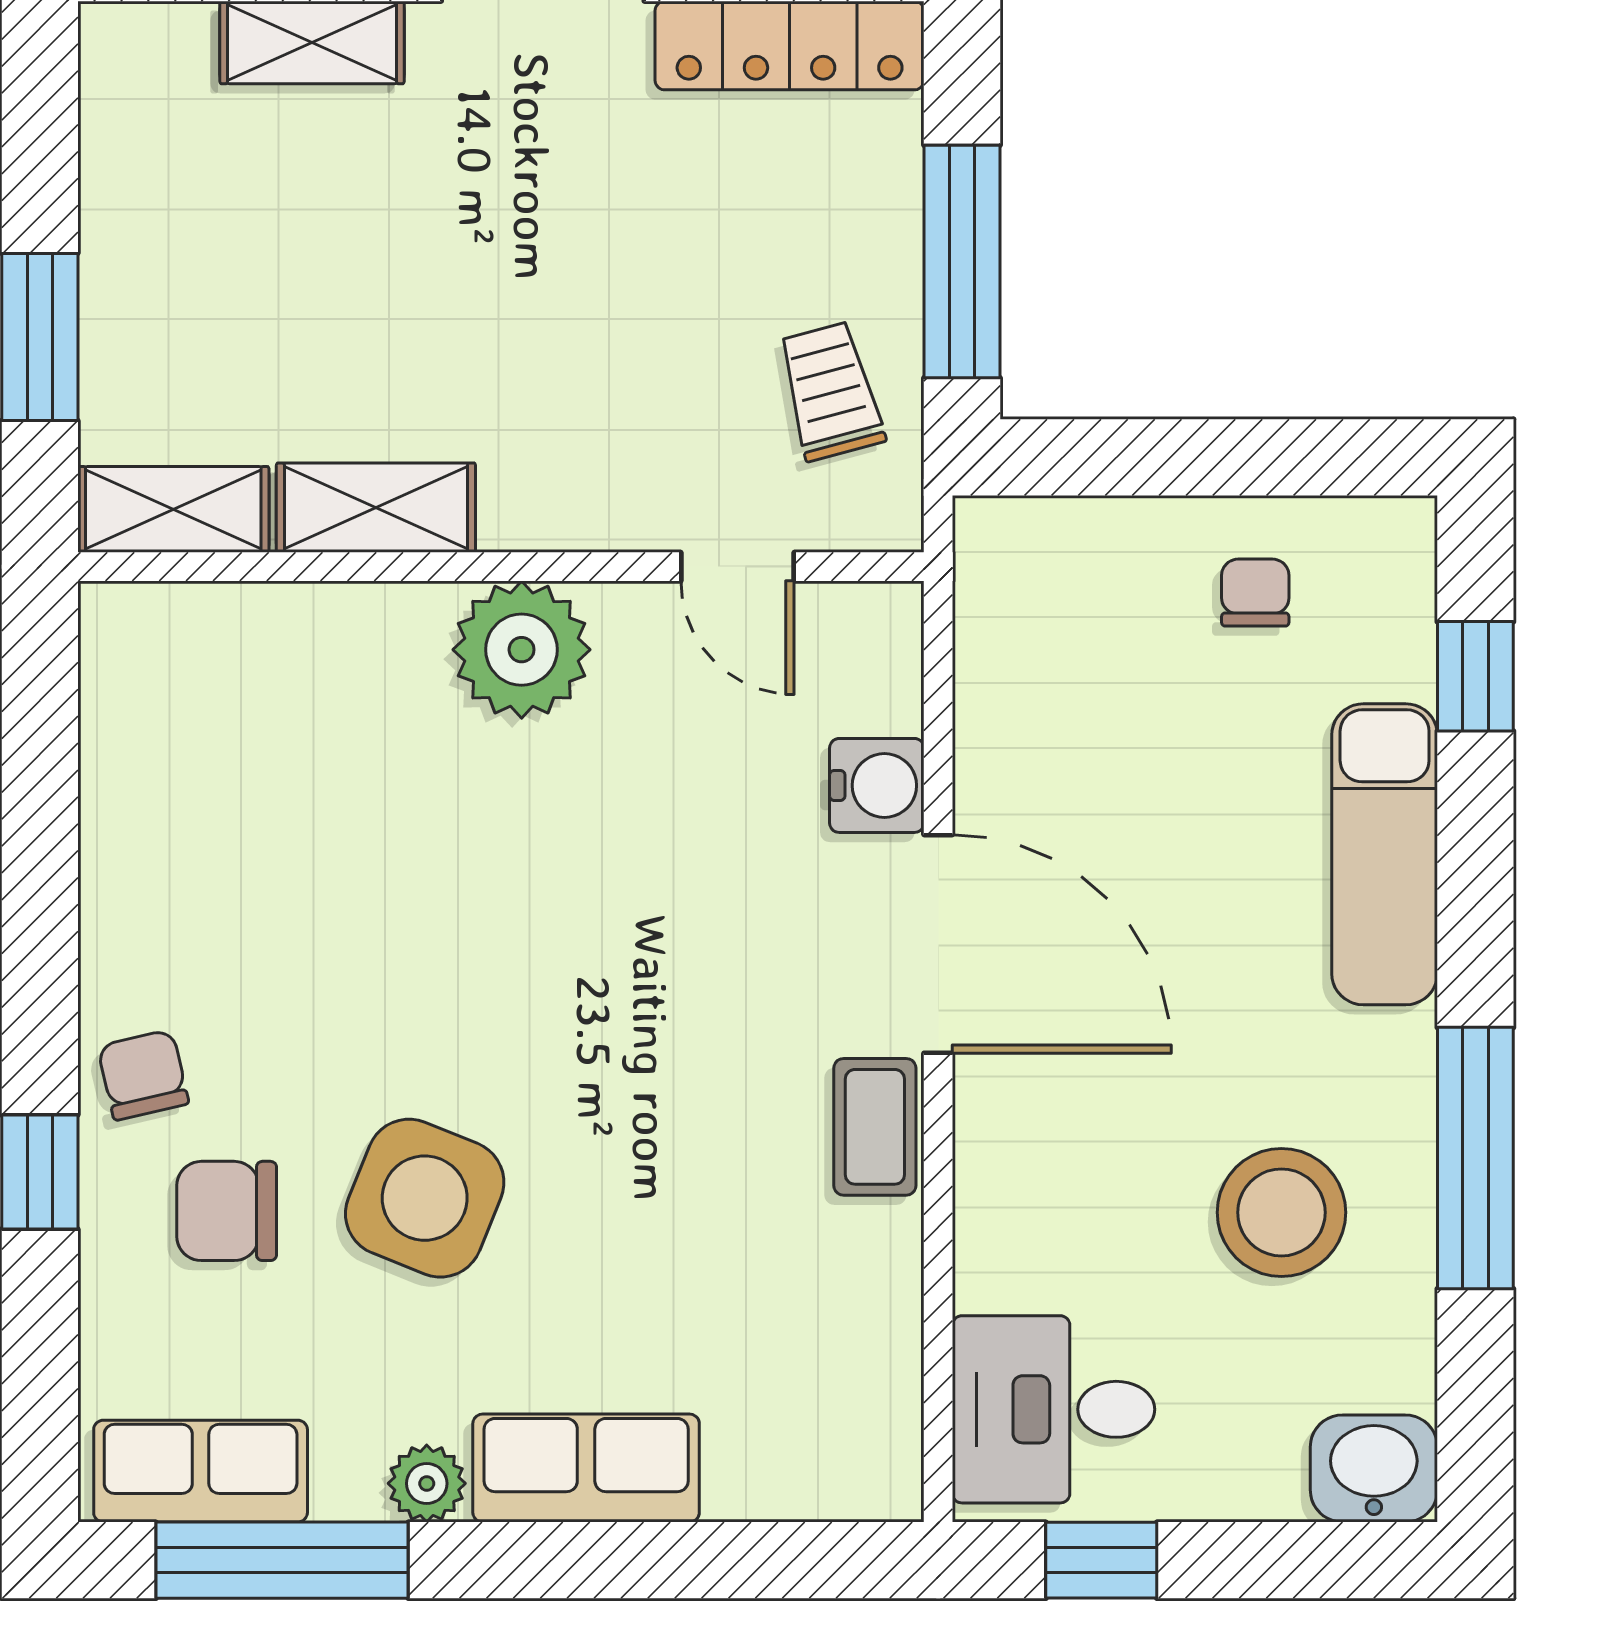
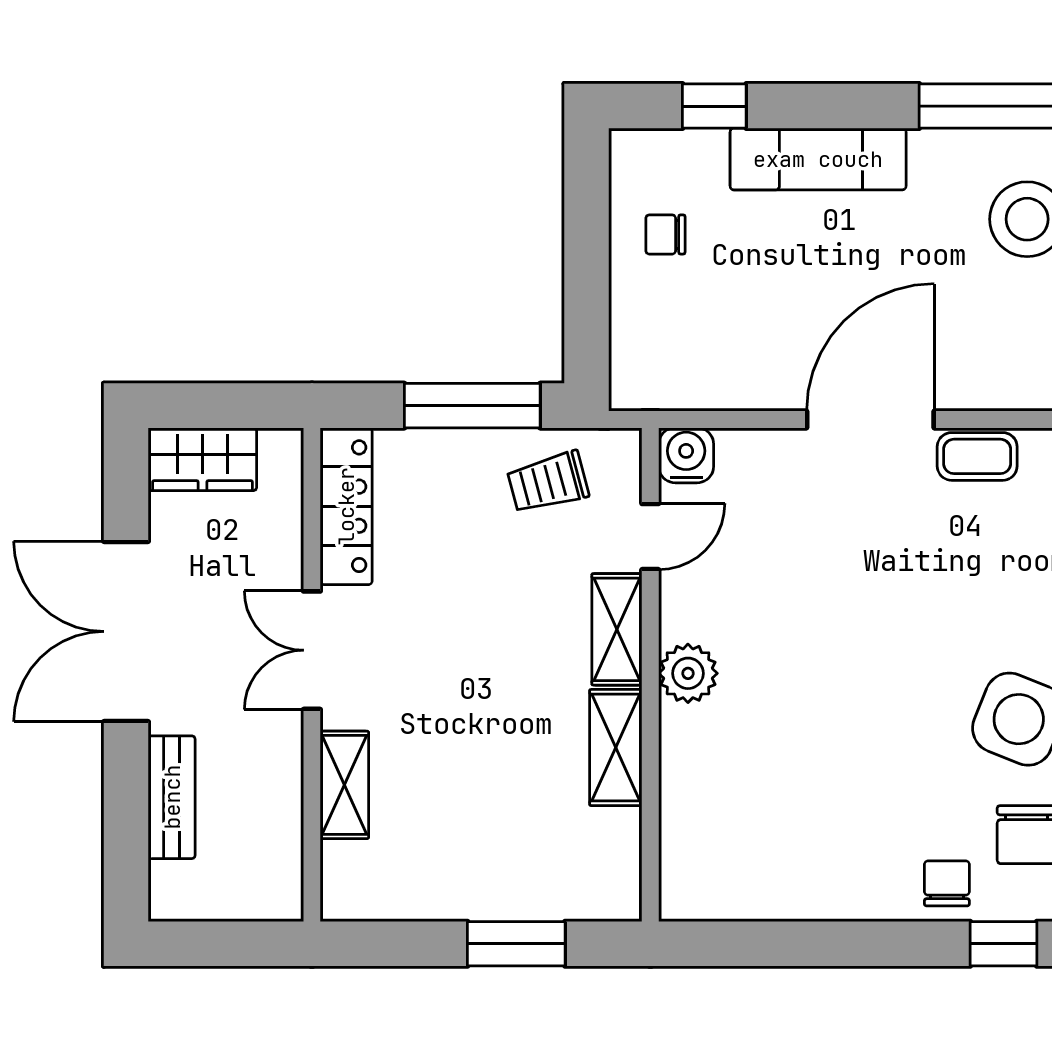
shelving: (173, 509) -> (617, 629), moved
plant: (522, 650) -> (688, 673), width x0.73, depth x0.73
water cooler: (877, 785) -> (686, 455), moved
chair: (143, 1075) -> (947, 883), turned 103

